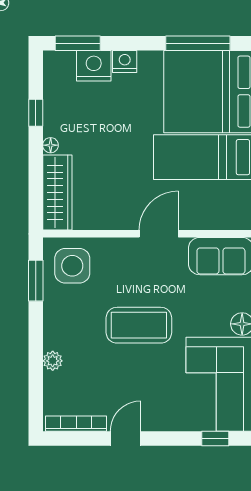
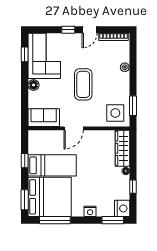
nightstand: (94, 66) -> (122, 208), moved, turned -90
coffee table: (139, 325) -> (83, 84), turned 90
window: (215, 438) -> (68, 30), moved

